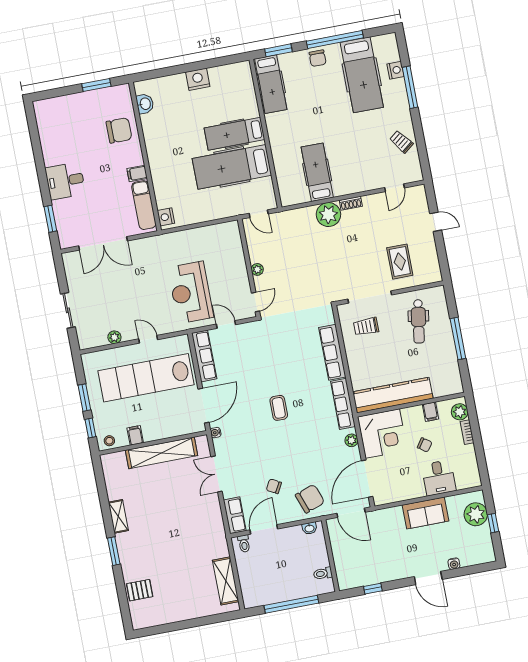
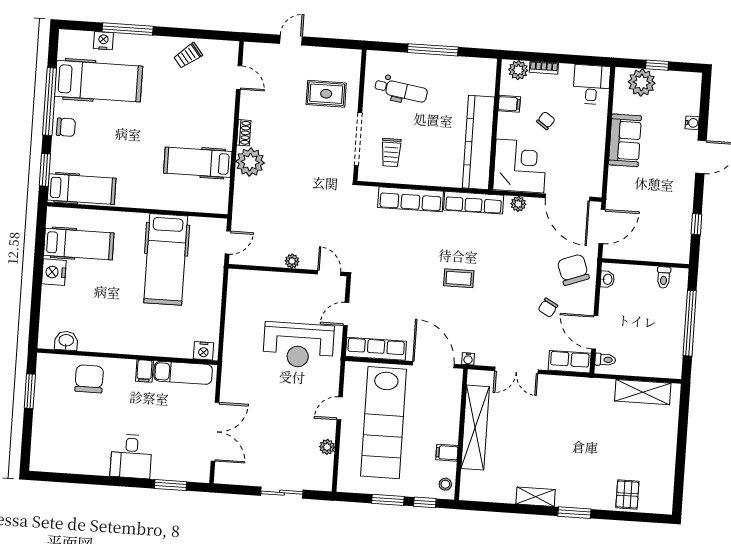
hospital bed: (234, 134) -> (79, 244), moved, turned -90
desk: (439, 478) -> (592, 85), moved, turned -90

